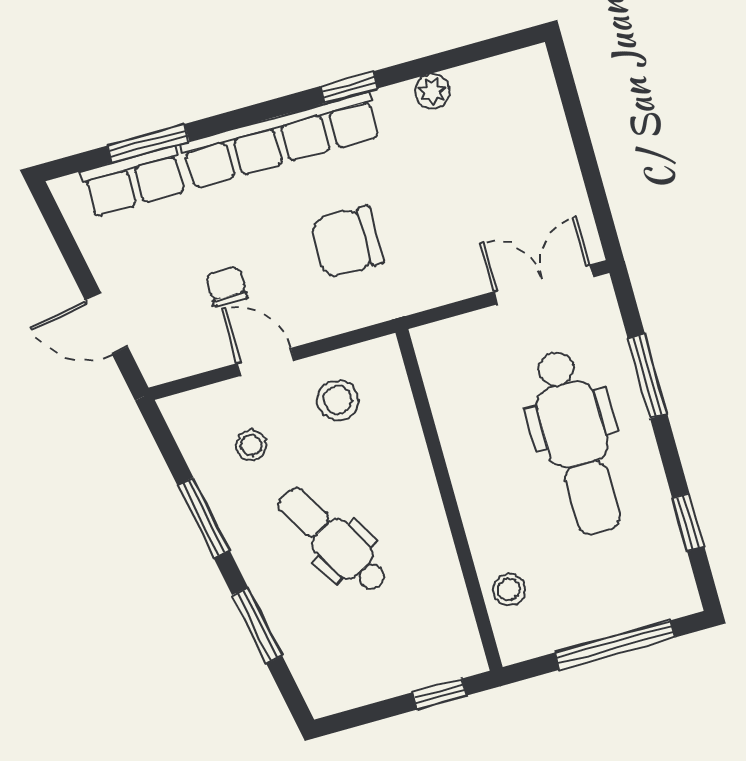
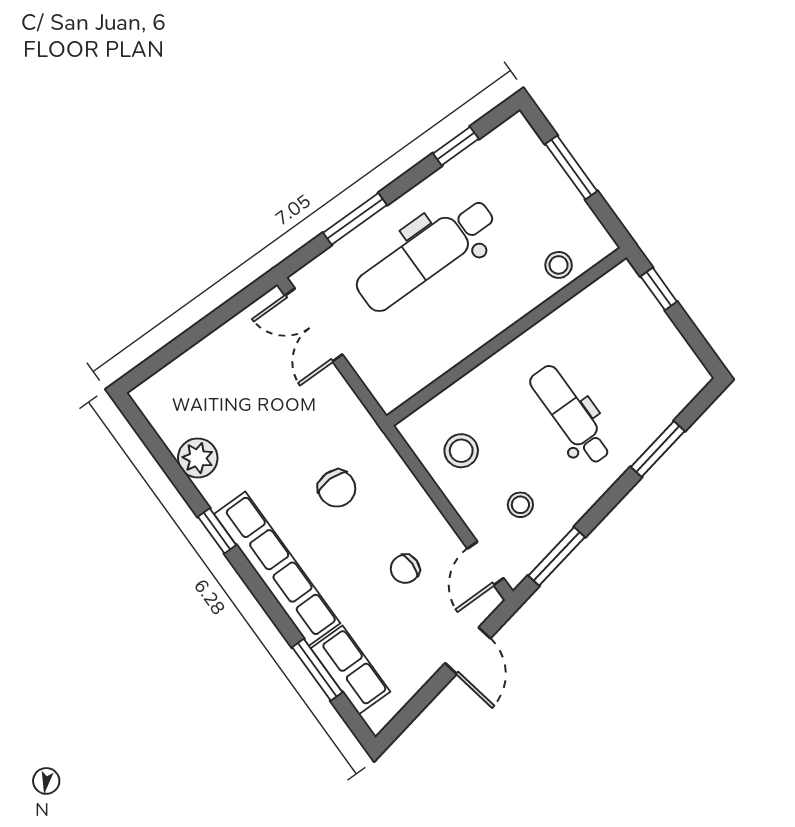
plant: (432, 91) -> (198, 458), width x1.38, depth x1.38
chair: (347, 242) -> (337, 488), width x0.73, depth x0.73
door: (266, 362) -> (486, 563), moved
dental chair: (577, 442) -> (426, 255), turned 180
window: (203, 518) -> (557, 556), moved
dental chair: (333, 540) -> (570, 415), turned 121
window: (615, 645) -> (571, 168), width x0.69

